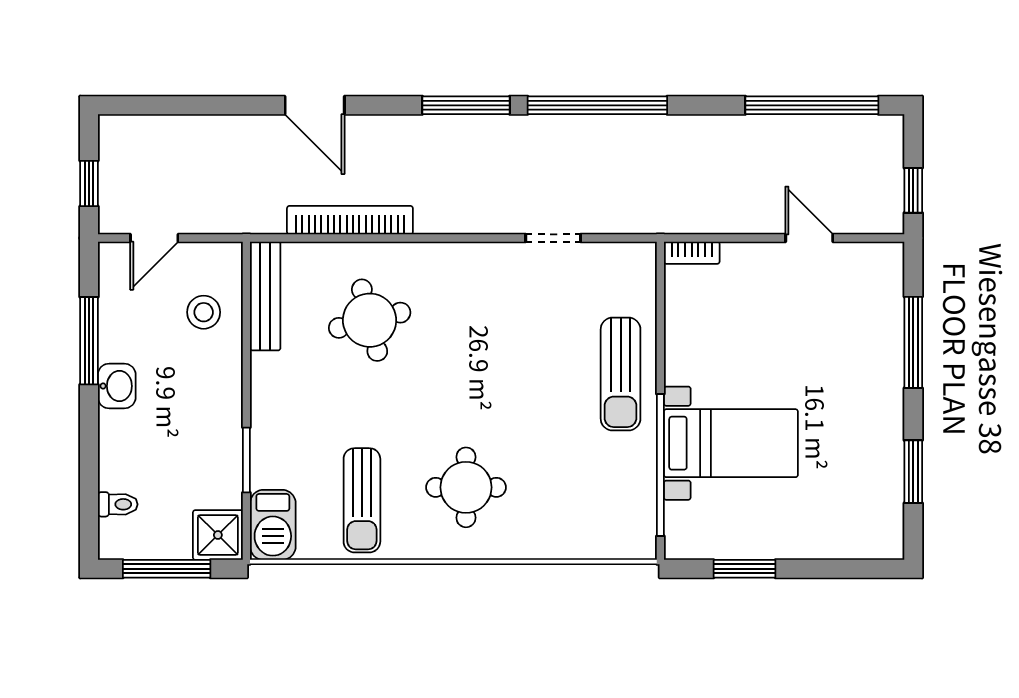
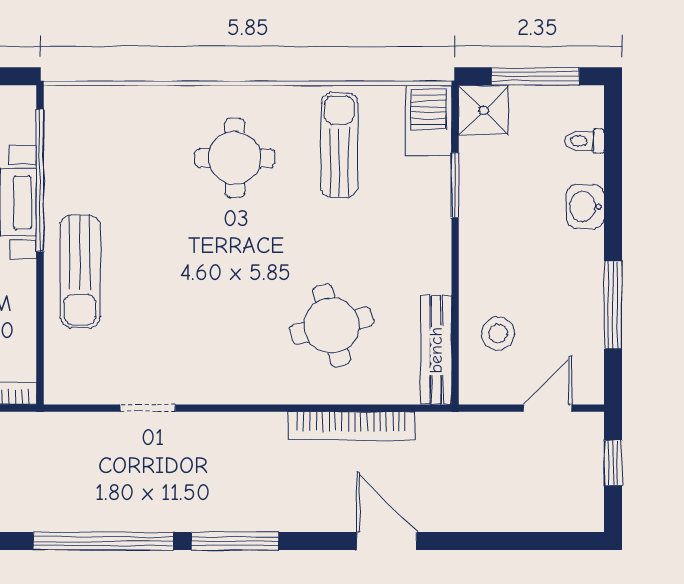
sun lounger: (621, 374) -> (80, 272), turned 180
washbasin: (117, 386) -> (585, 207), moved

